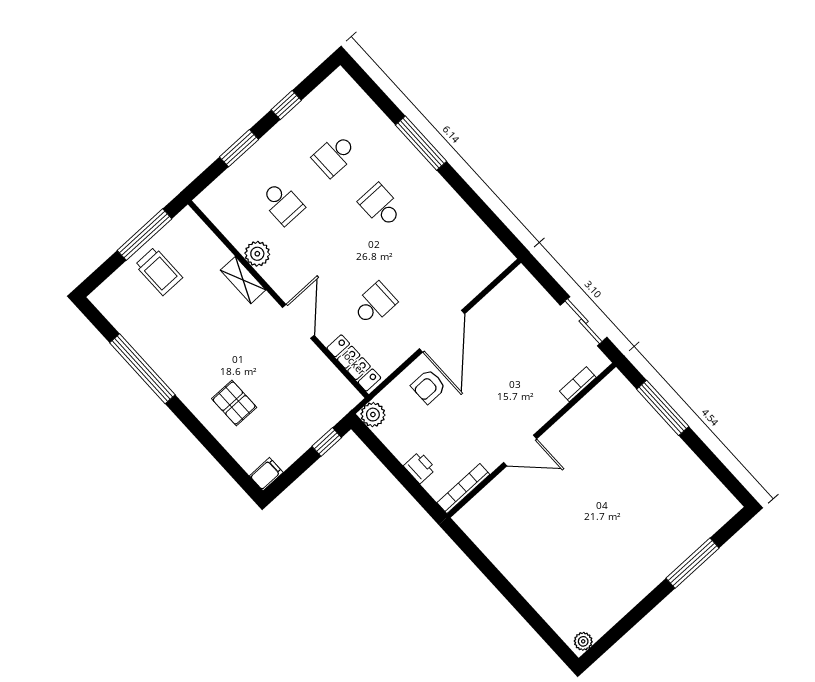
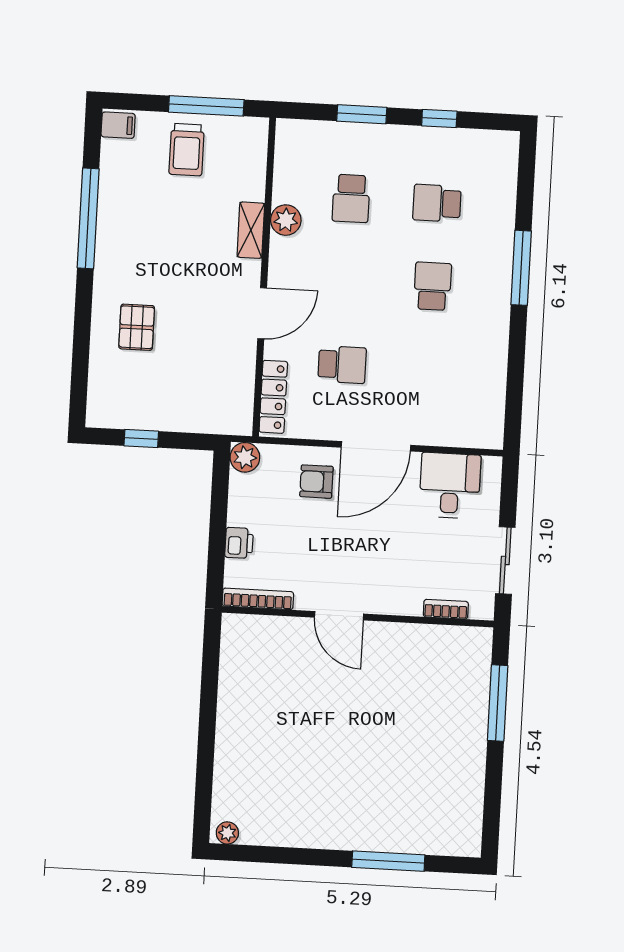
desk: (508, 311) -> (450, 486), added
window: (327, 442) -> (141, 439), moved
filing cabinet: (266, 474) -> (118, 125), moved

